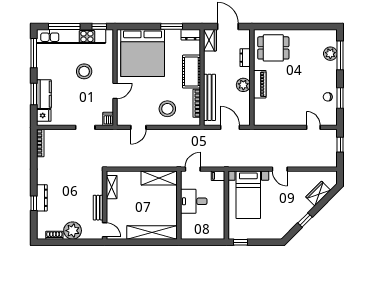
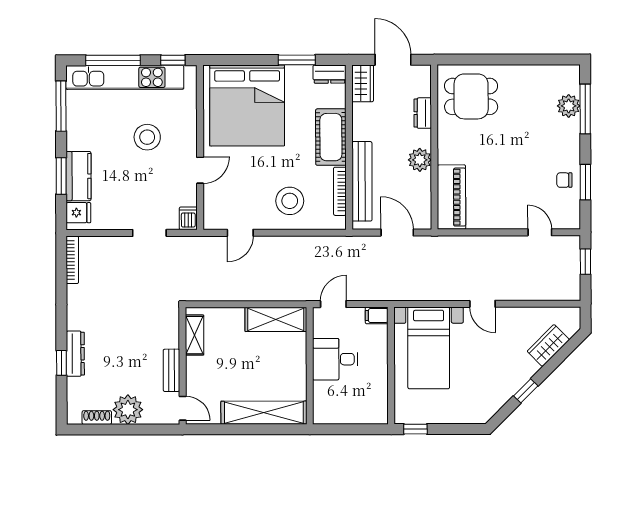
piano: (260, 84) -> (451, 197), moved, width x1.37, depth x1.33

